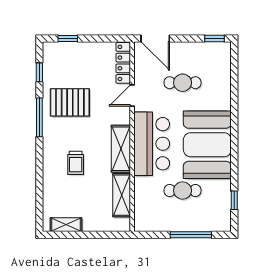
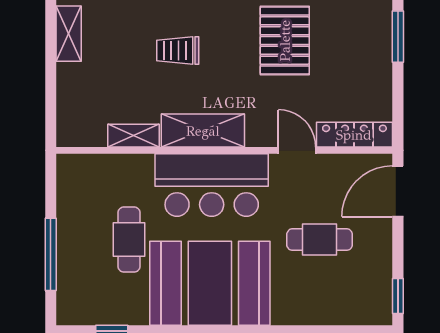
window: (68, 38) -> (398, 37), width x1.50
cafe table: (183, 83) -> (320, 240), turned 90
shelving: (122, 195) -> (134, 136), width x0.67, depth x0.75

